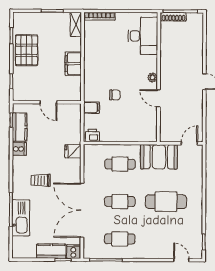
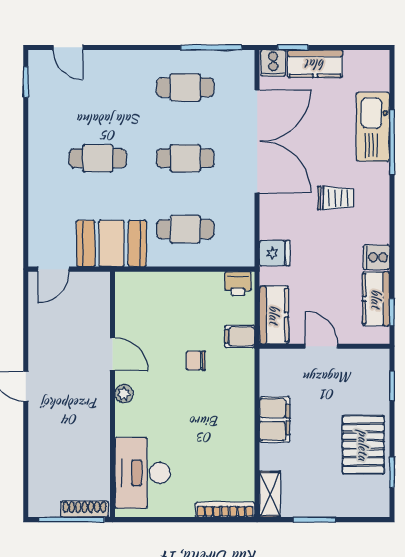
kitchen counter: (73, 119) -> (274, 315), added
cafe table: (166, 202) -> (98, 158), width x0.73, depth x0.74

